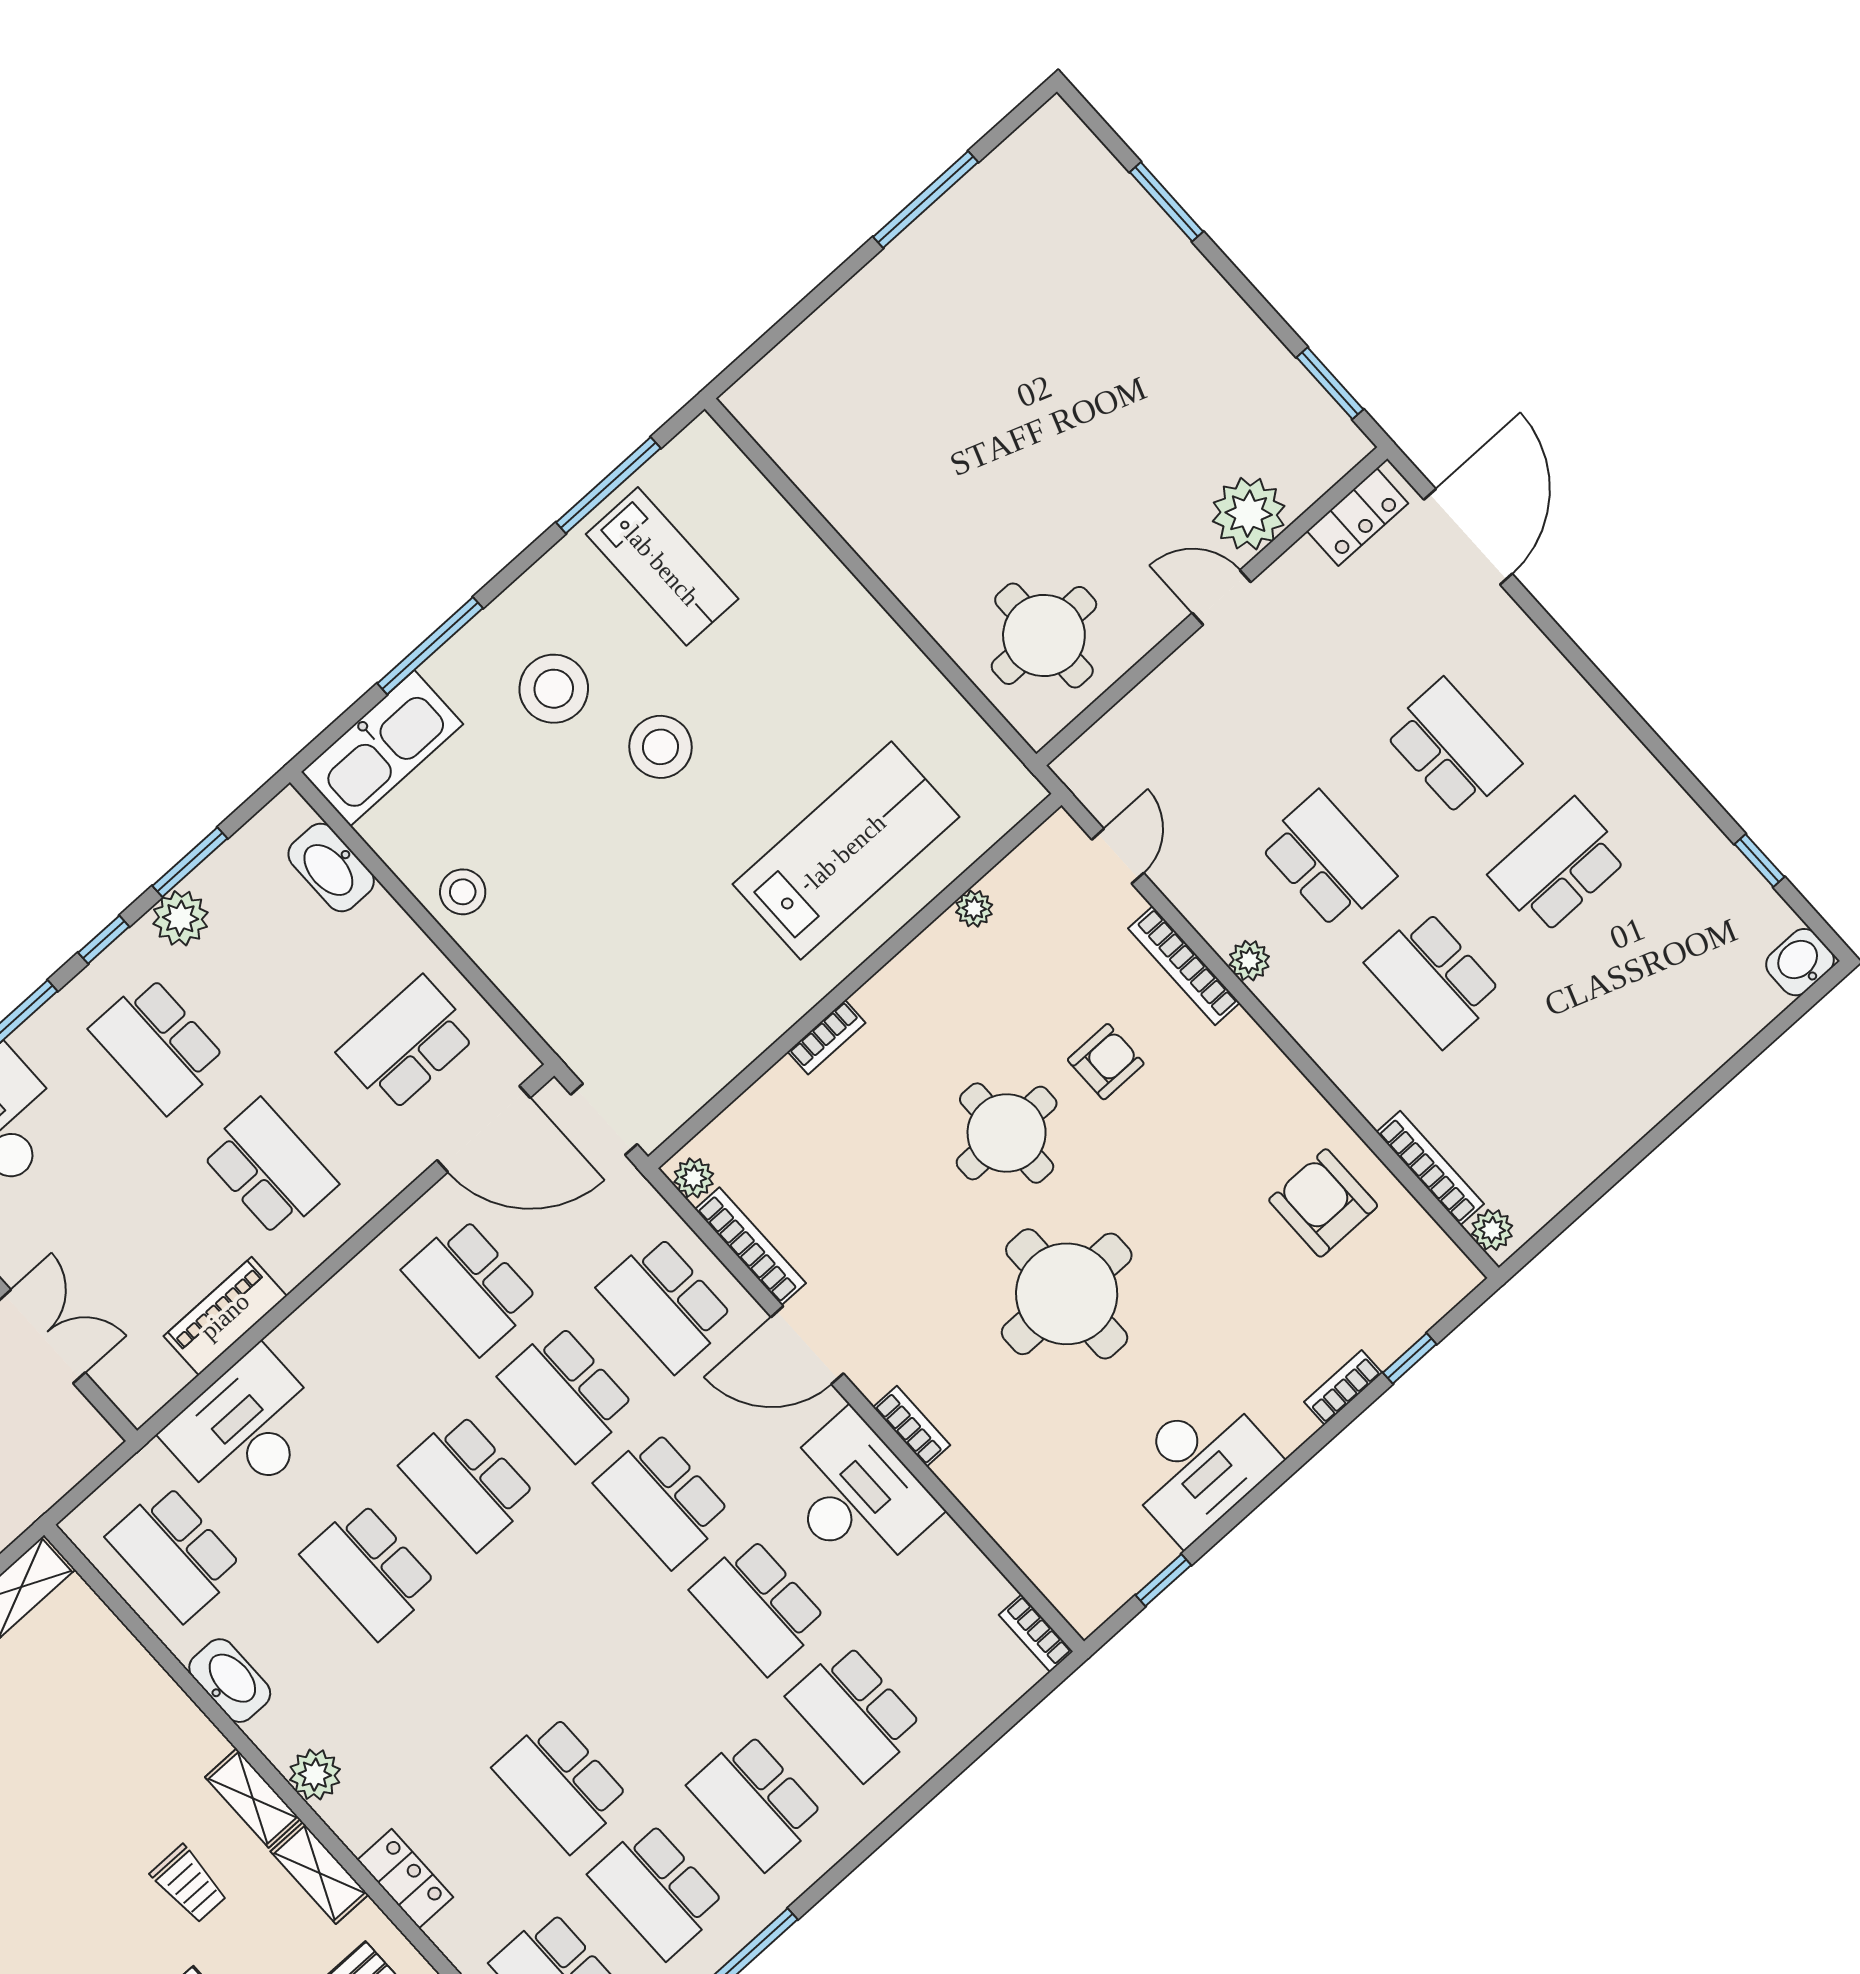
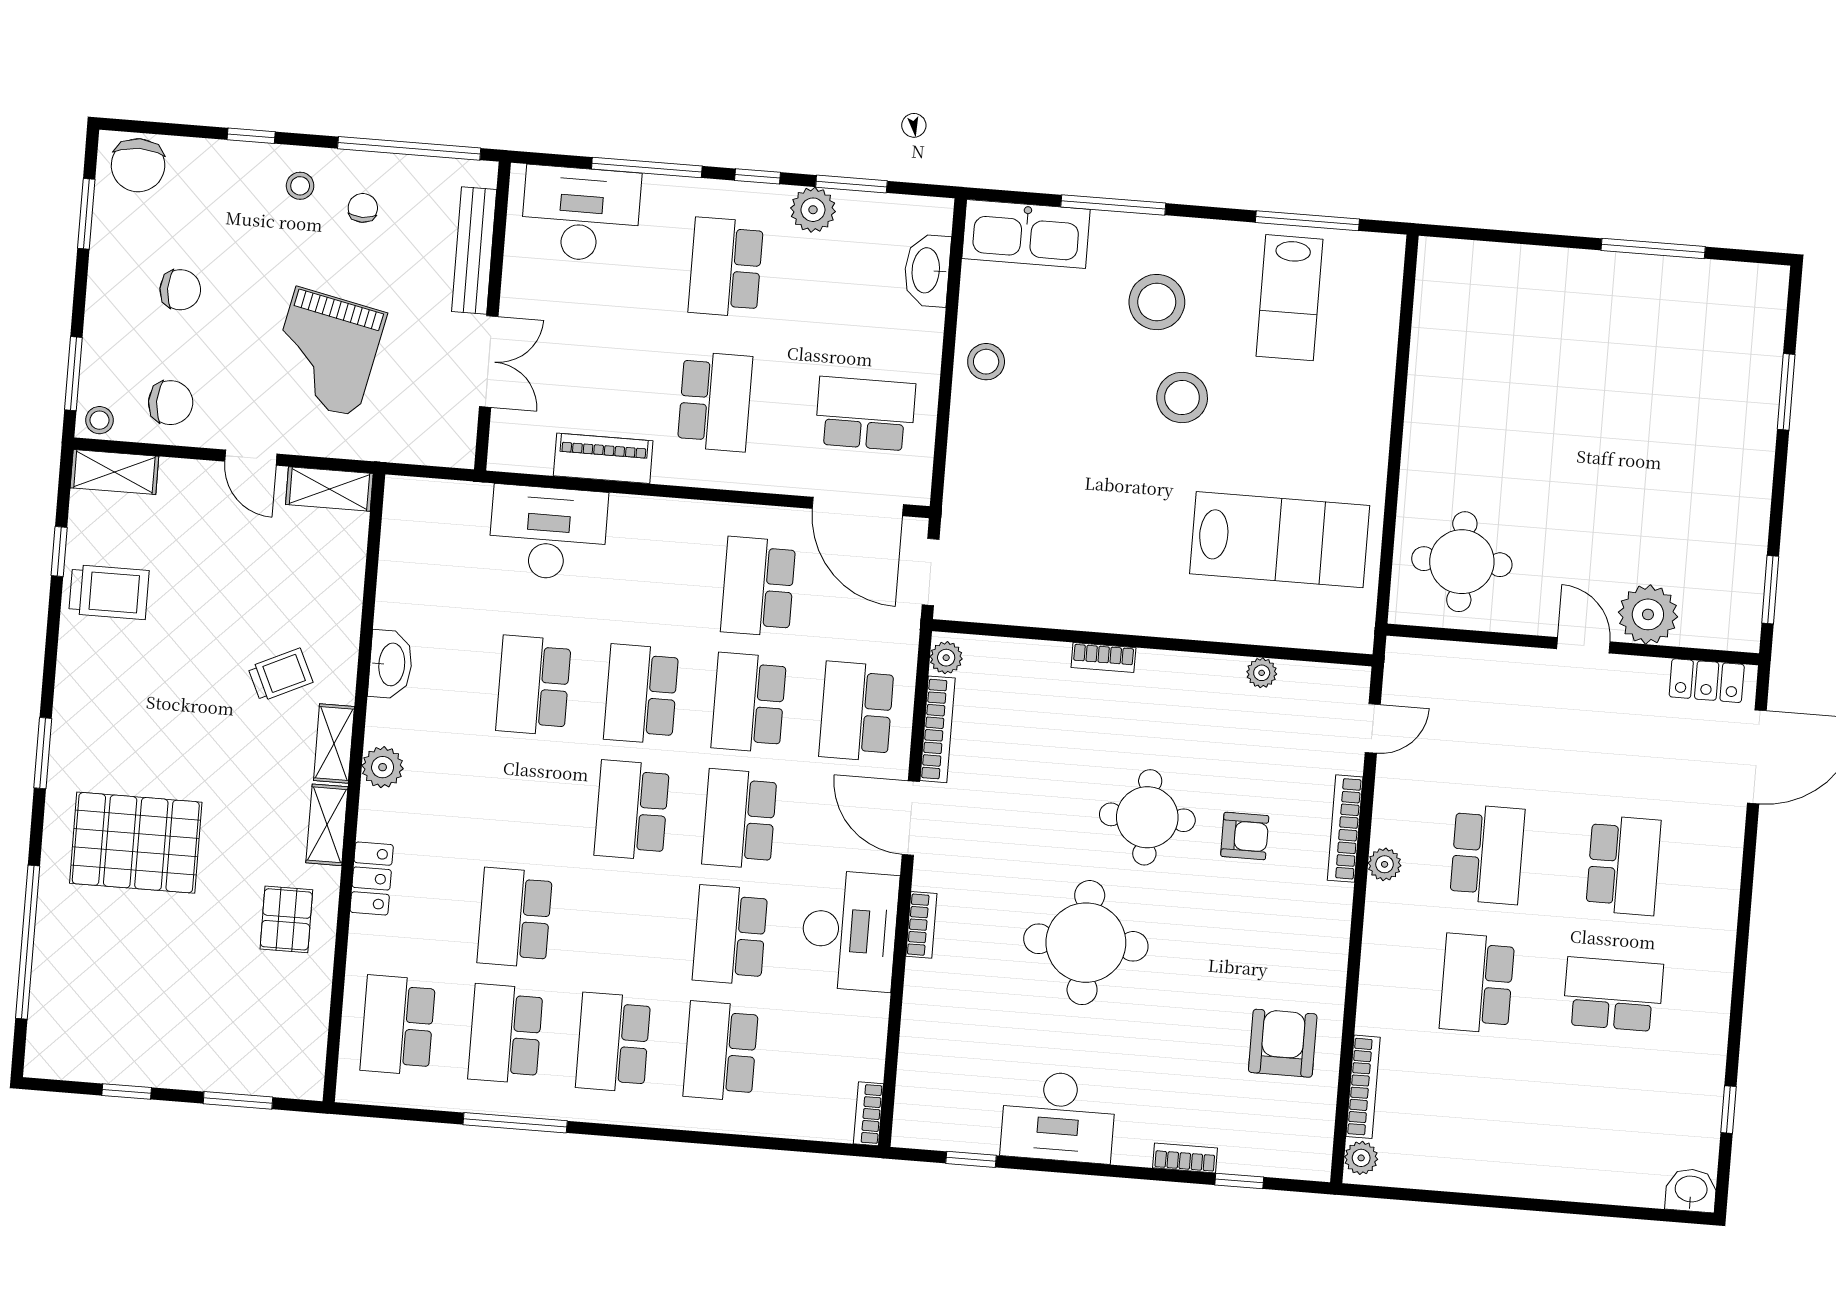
lab bench: (846, 851) -> (1280, 540), moved
school desk: (175, 1553) -> (632, 810), moved
trolley: (189, 1884) -> (280, 675), moved, turned -115

